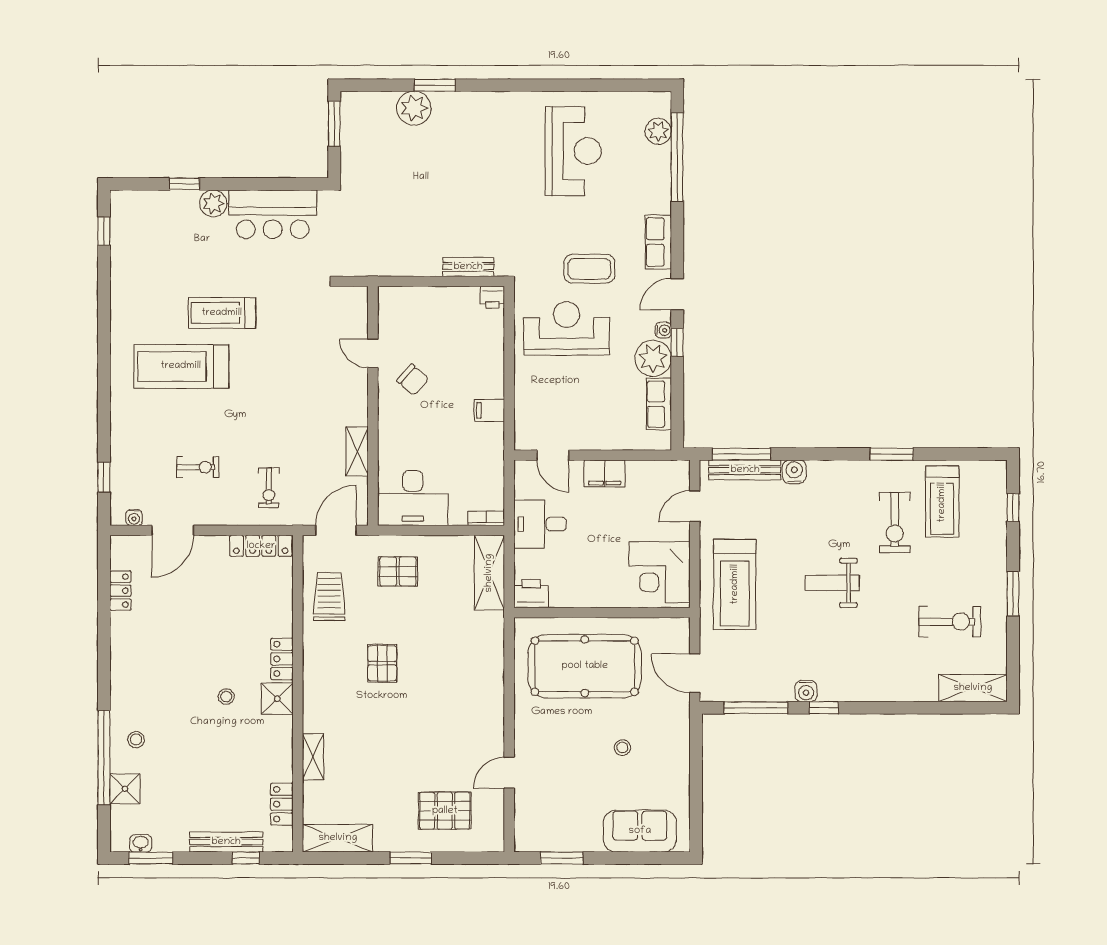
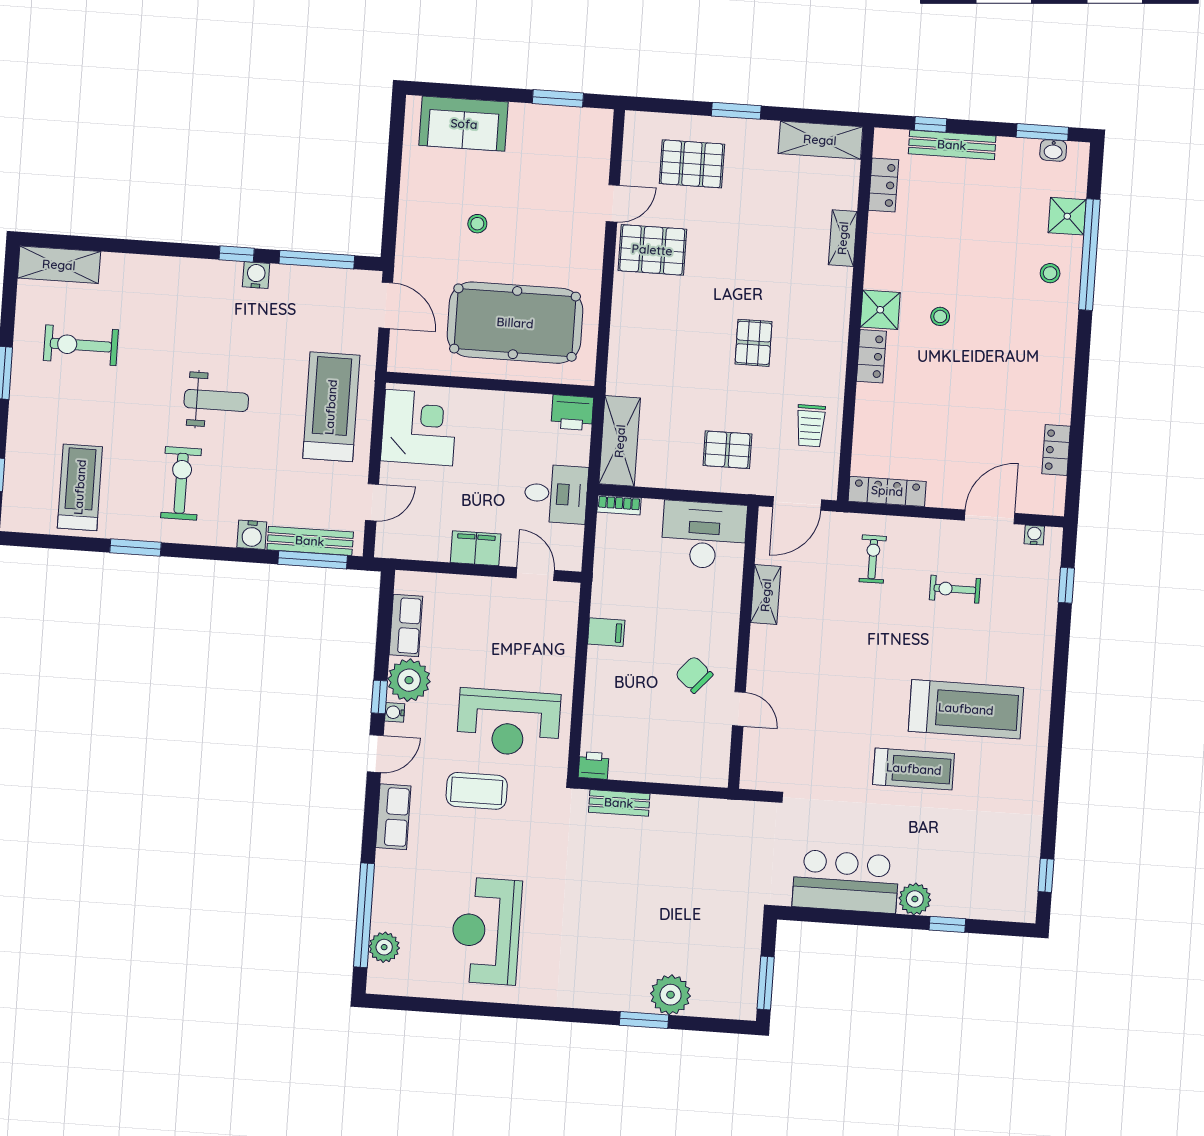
exercise bike: (895, 523) -> (181, 483), moved
trolley: (329, 597) -> (811, 426), width x0.73, depth x0.72
pallet: (473, 736) -> (652, 250), added

